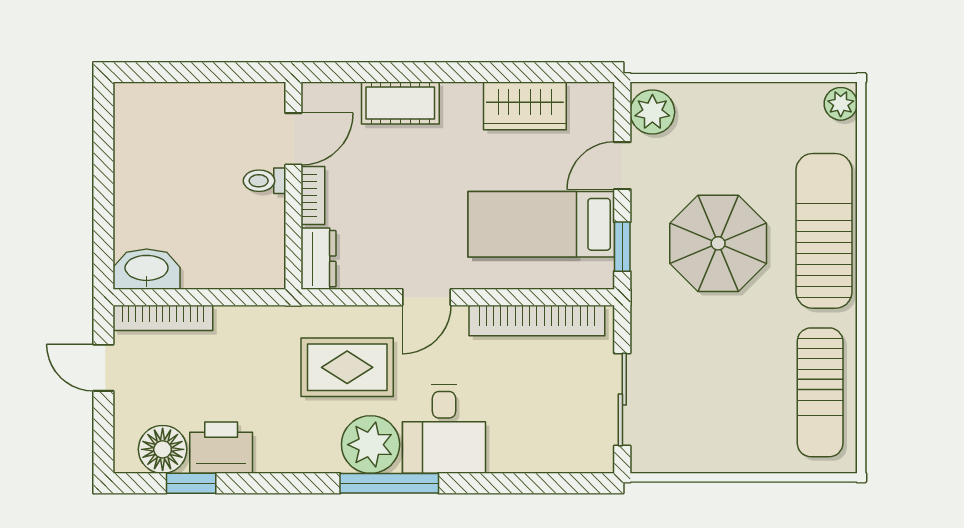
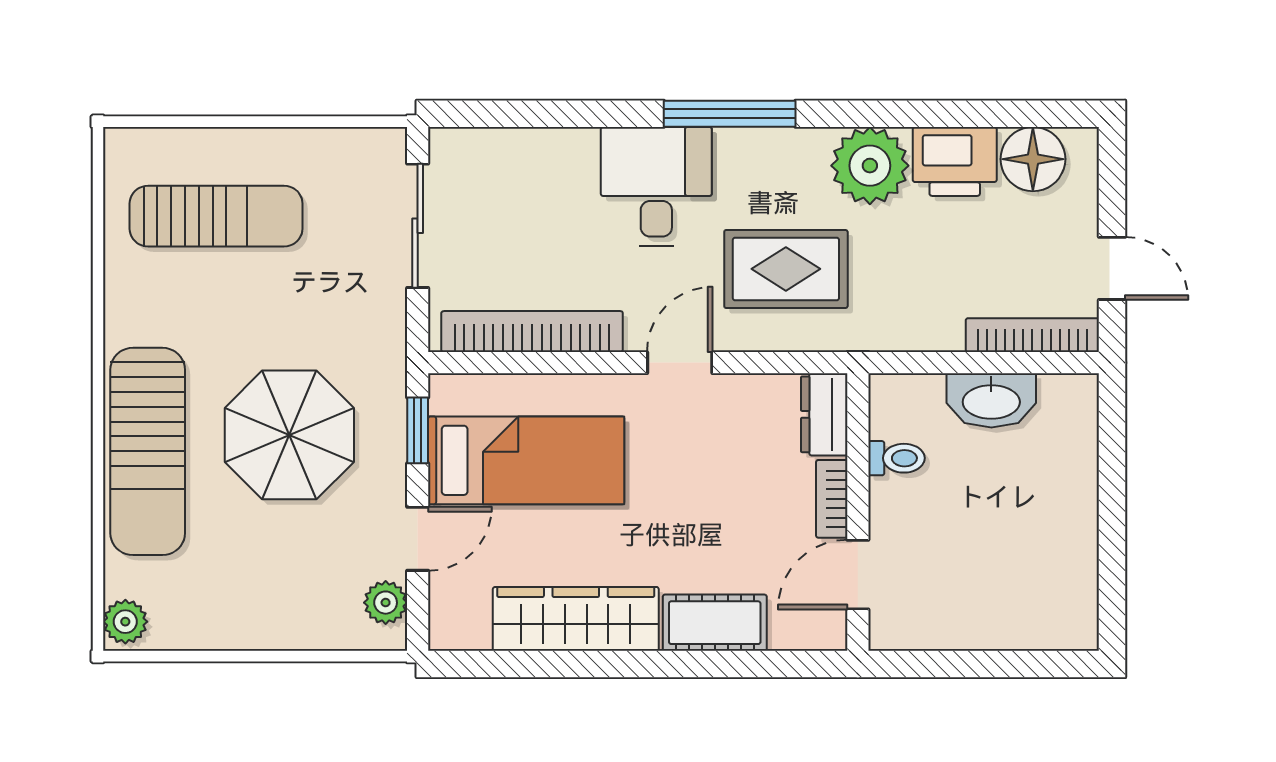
wardrobe: (525, 106) -> (576, 619), width x1.50
plant: (652, 112) -> (386, 603), width x0.73, depth x0.73
toilet: (265, 181) -> (897, 458), moved
washbasin: (147, 269) -> (991, 400), moved
sun lounger: (820, 392) -> (216, 216), moved, turned 90
plant: (371, 445) -> (870, 166), moved
window: (191, 483) -> (995, 114), removed

